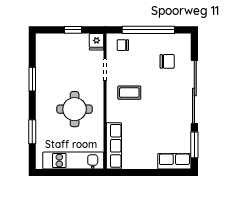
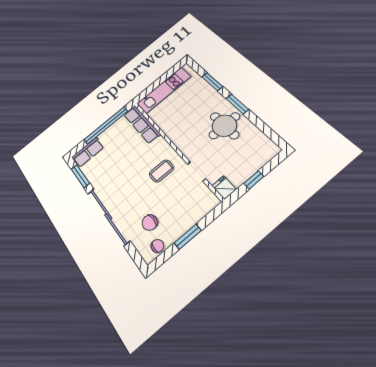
window: (148, 30) -> (188, 237), width x0.47
chair: (123, 45) -> (157, 246), moved
window: (32, 79) -> (237, 104), moved
round table: (75, 109) -> (224, 126), moved
window: (143, 173) -> (106, 125), added

